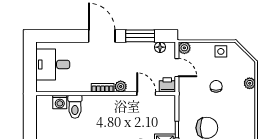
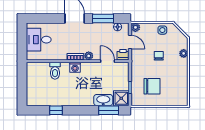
washing machine: (60, 102) -> (75, 67), moved

